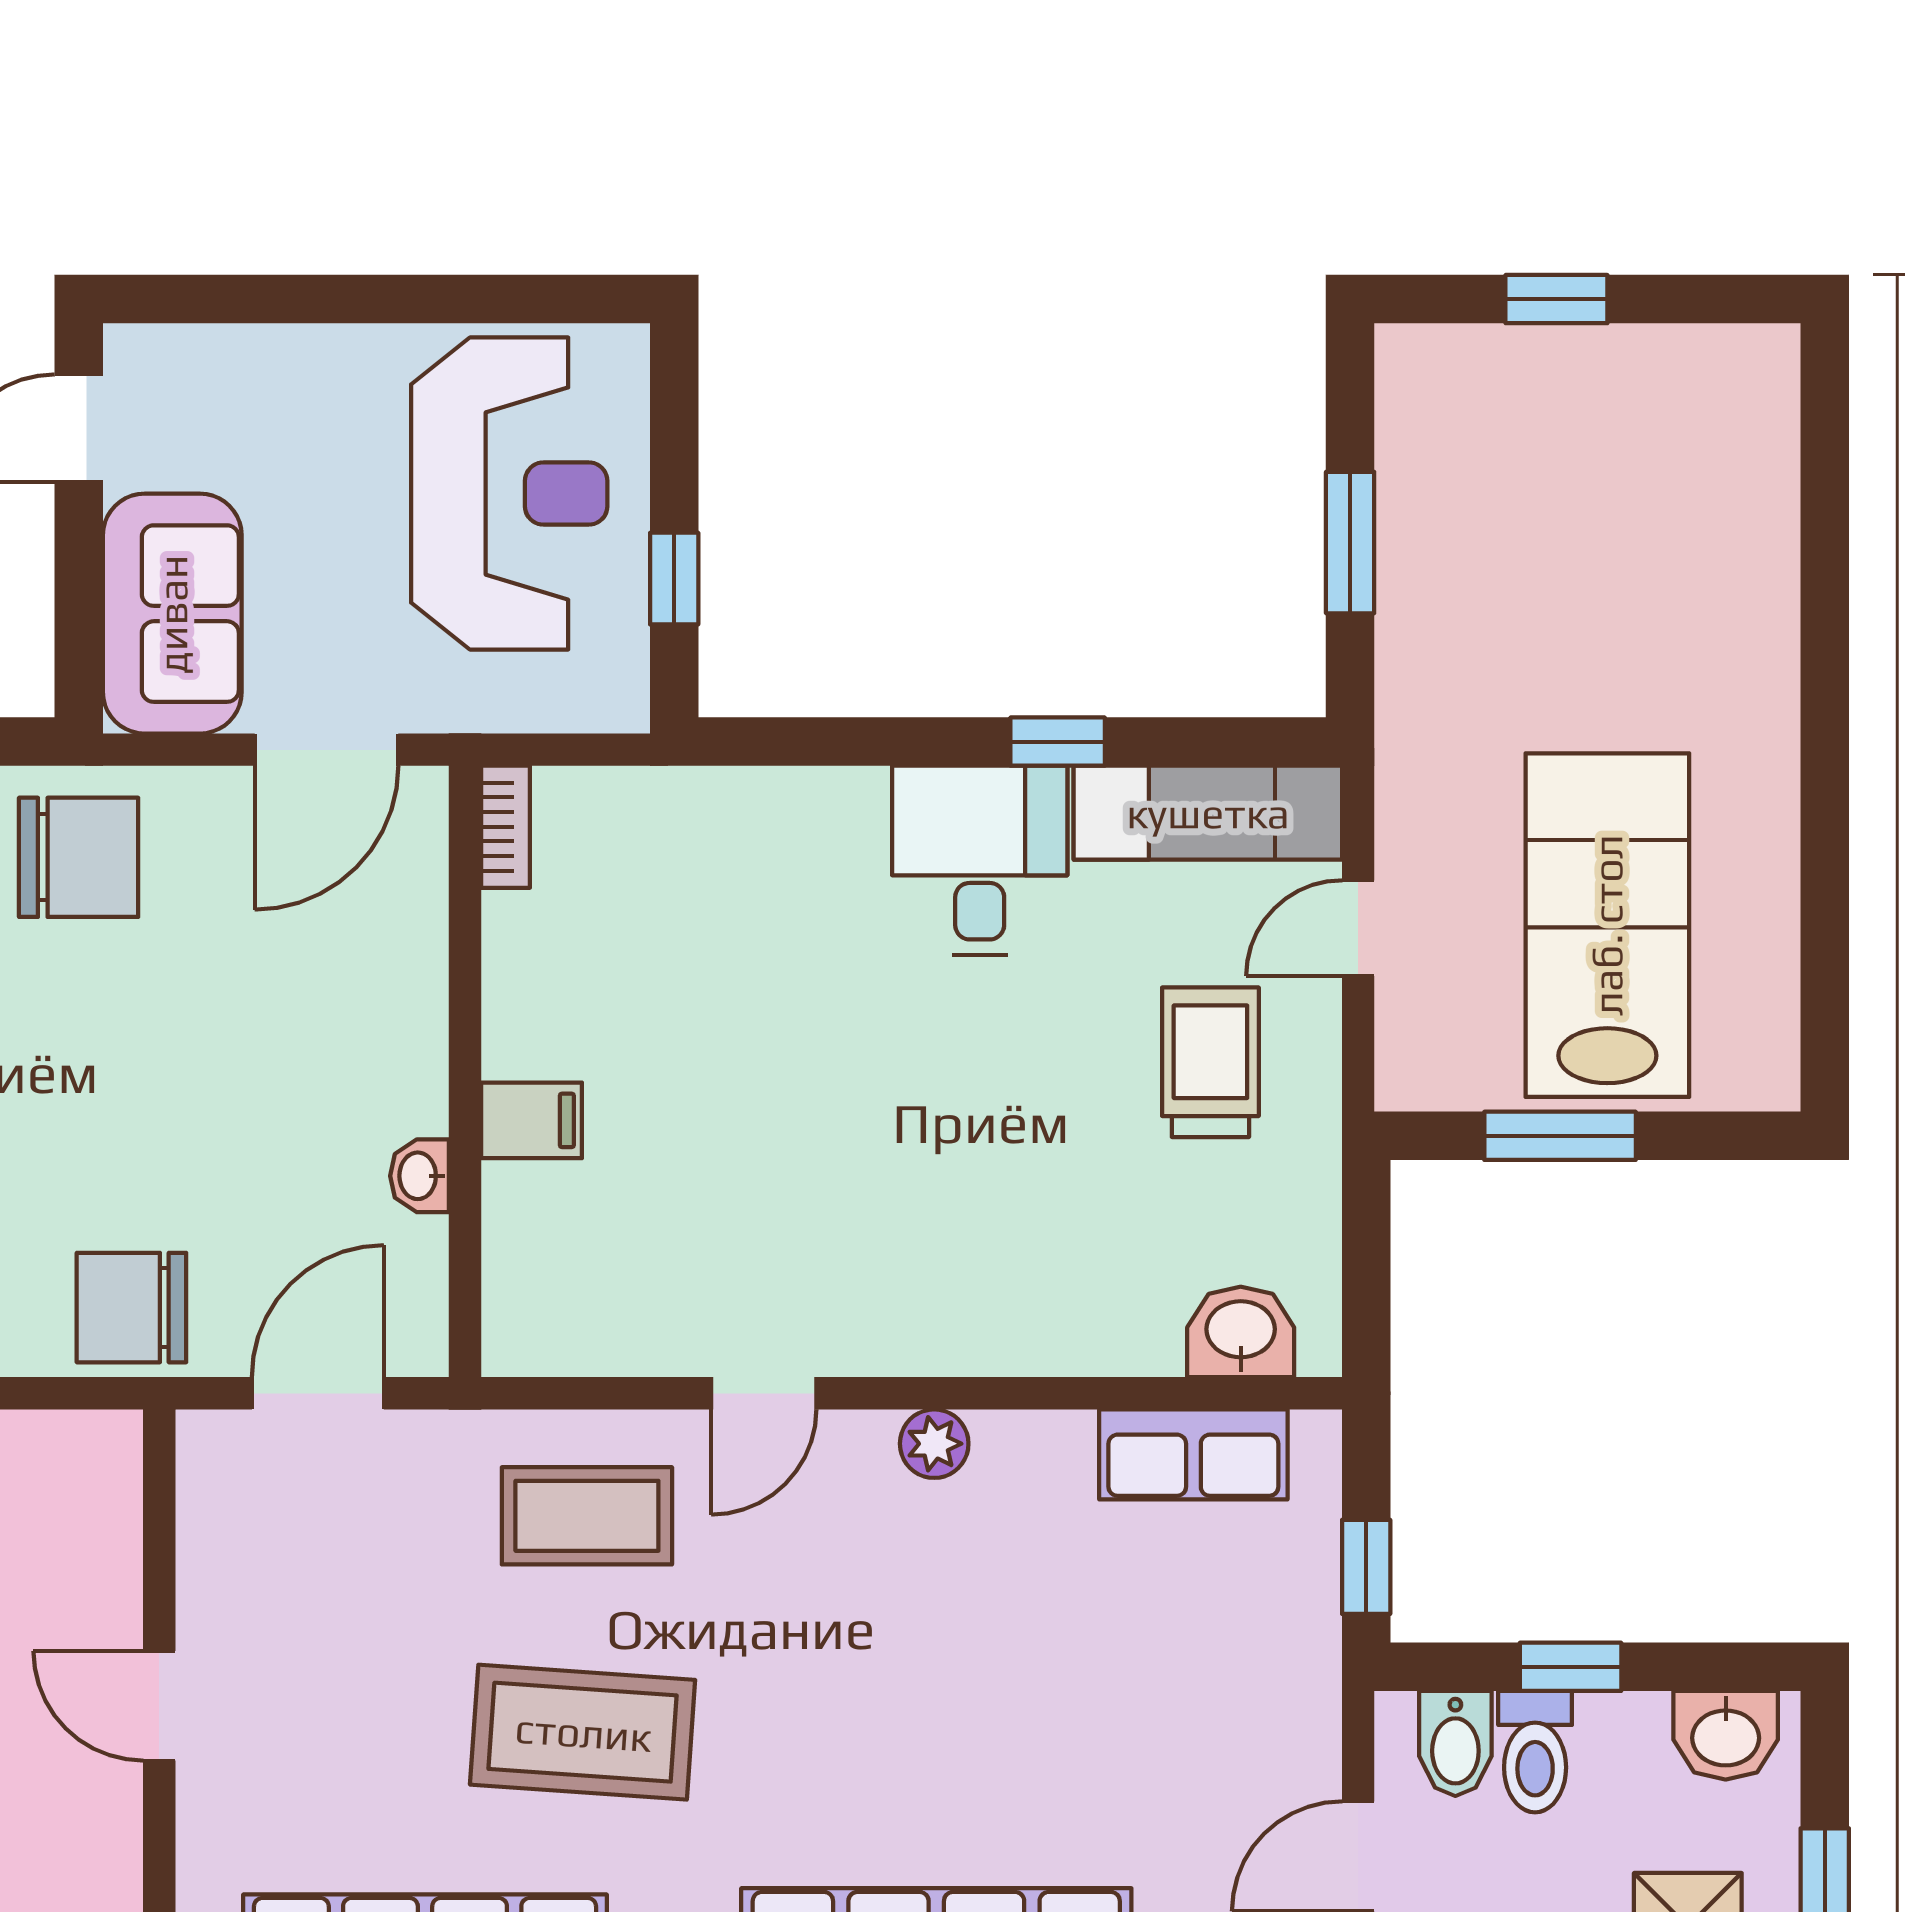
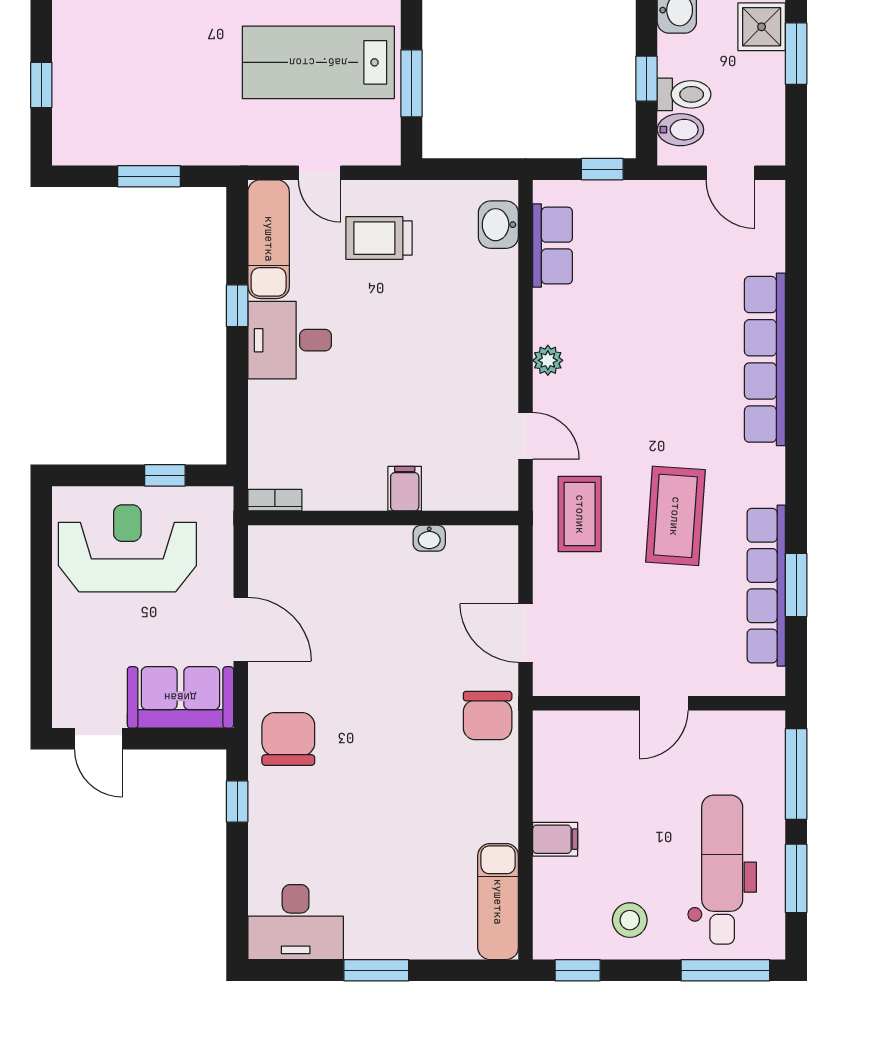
bookcase: (506, 827) -> (275, 500), moved
wall: (465, 1071) -> (383, 518), moved
filing cabinet: (532, 1120) -> (405, 489), moved
washbasin: (419, 1176) -> (429, 538), moved

